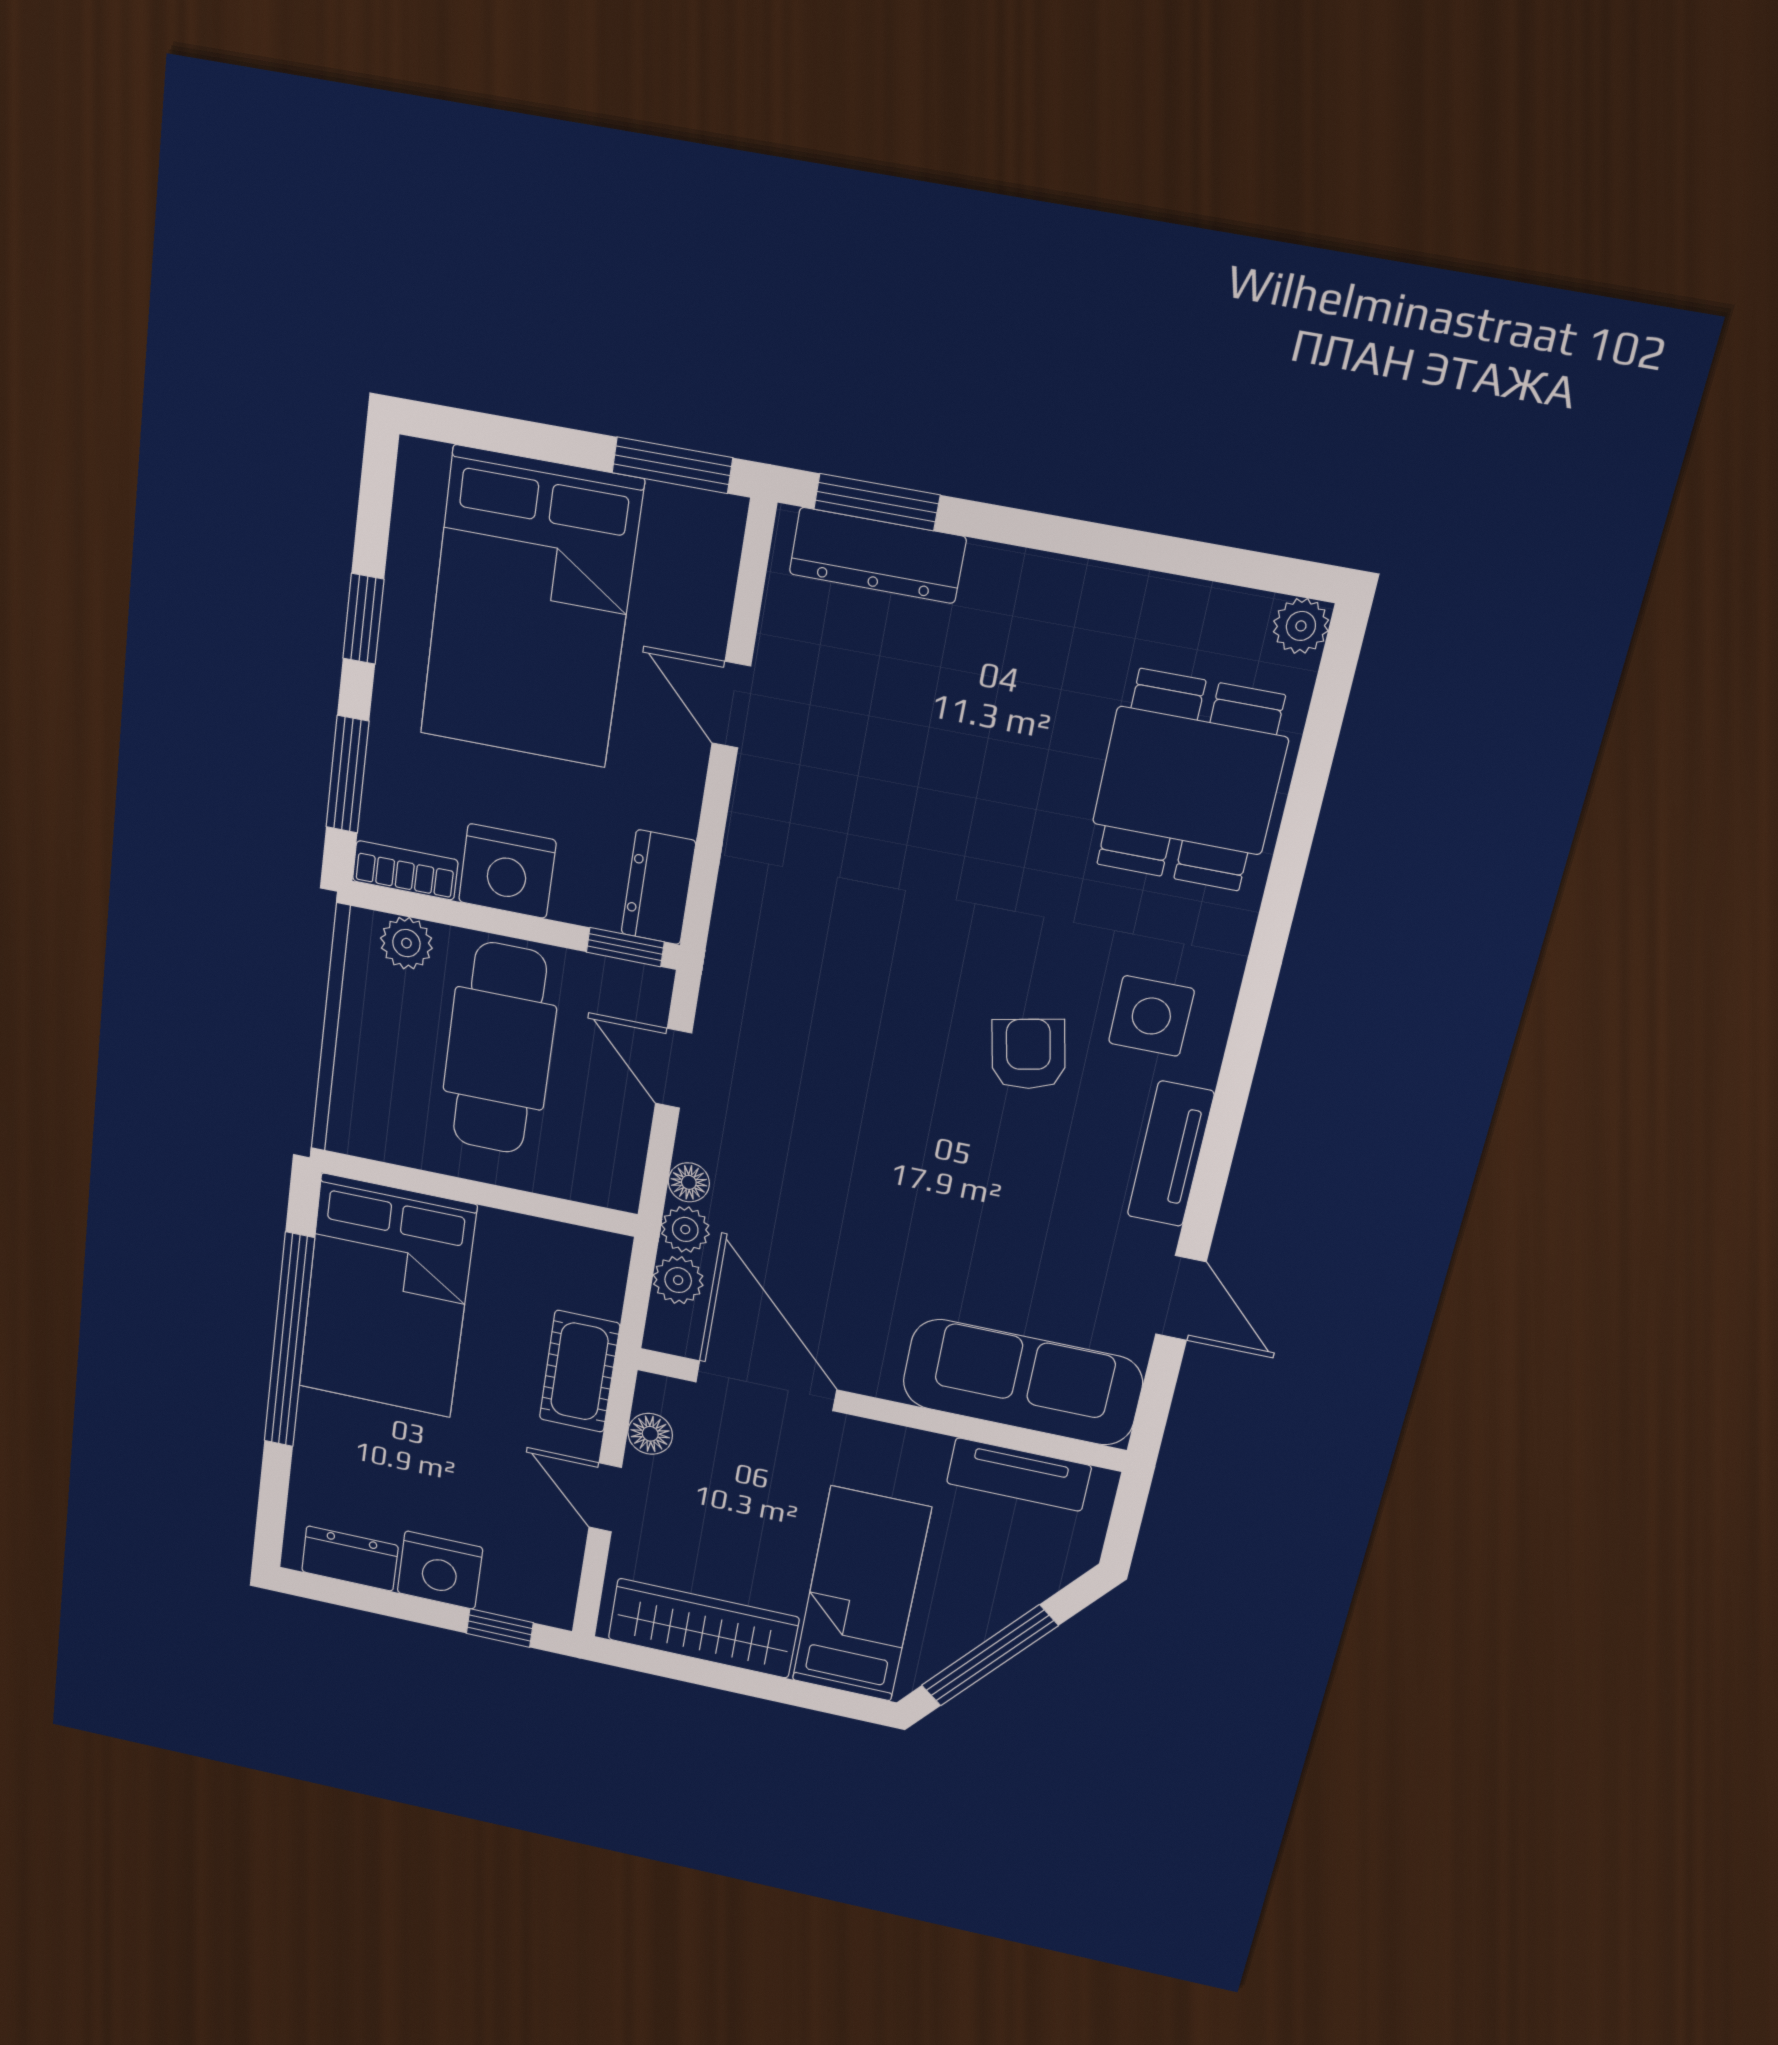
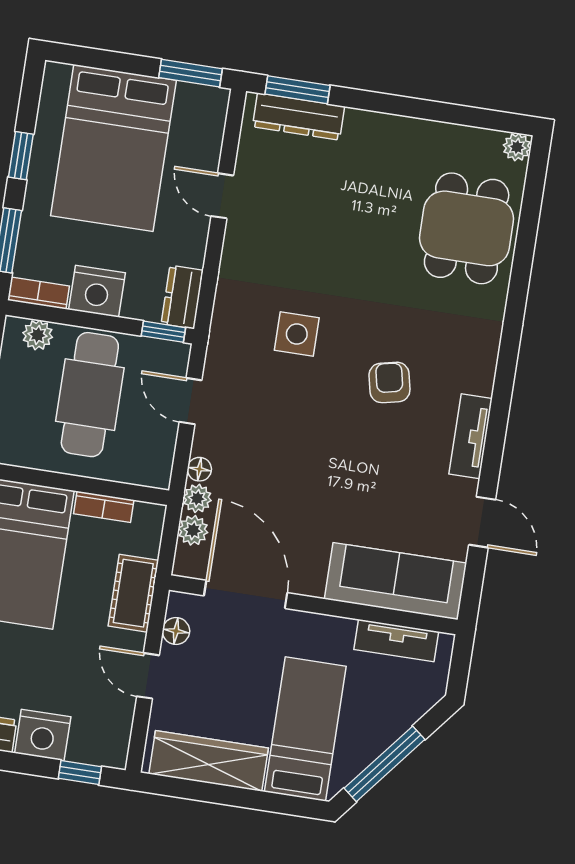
side table: (1151, 1016) -> (297, 334), moved
bookcase: (528, 1234) -> (104, 507), added

